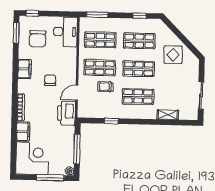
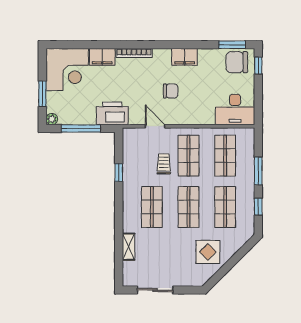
window: (97, 15) -> (258, 171), moved
chair: (38, 39) -> (237, 62), moved
printer: (66, 113) -> (112, 113), moved
window: (50, 178) -> (42, 94), width x0.69

